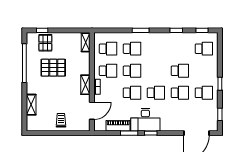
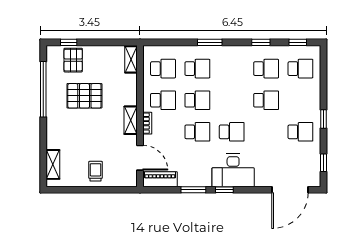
school desk: (180, 93) -> (266, 69), moved
shelving: (31, 105) -> (53, 164), moved
door: (92, 111) -> (140, 158), hinge flipped
desk: (145, 120) -> (233, 170), moved
piano: (118, 126) -> (160, 179), moved

